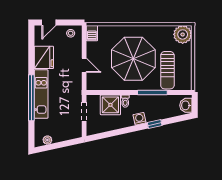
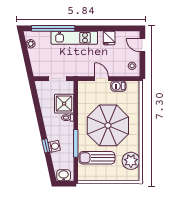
barbecue: (92, 33) -> (118, 86), moved
plant: (183, 34) -> (131, 161), moved
fridge: (44, 57) -> (109, 38), width x0.53, depth x0.75
door: (84, 65) -> (102, 79), swing flipped
window: (31, 98) -> (53, 28), moved
washing machine: (139, 119) -> (54, 146), moved

